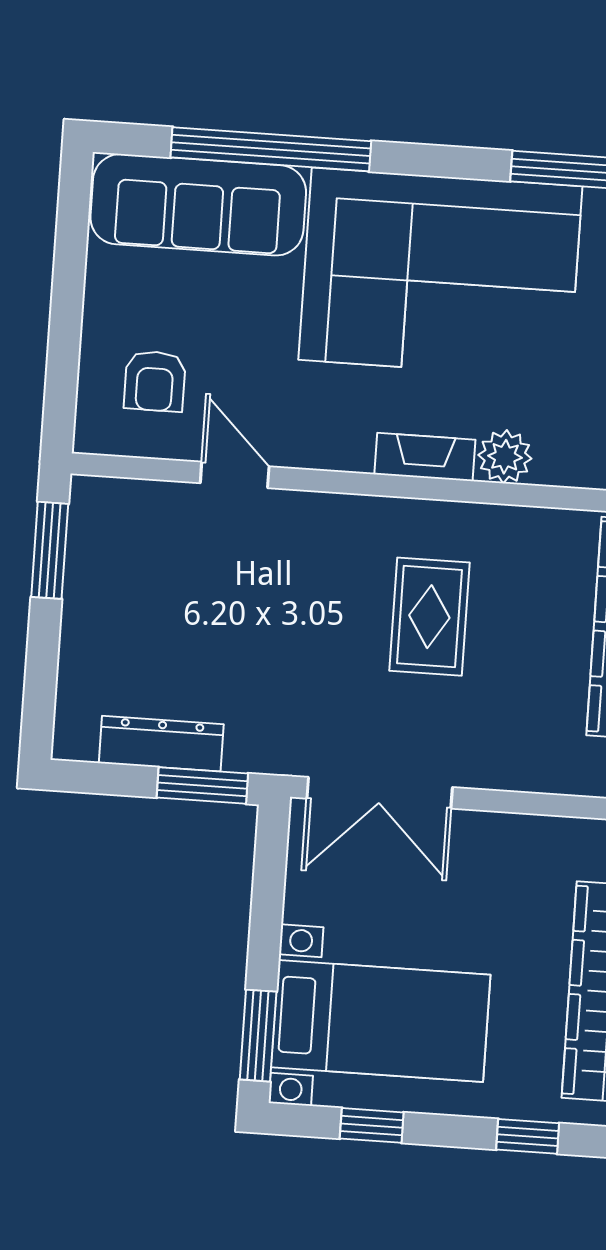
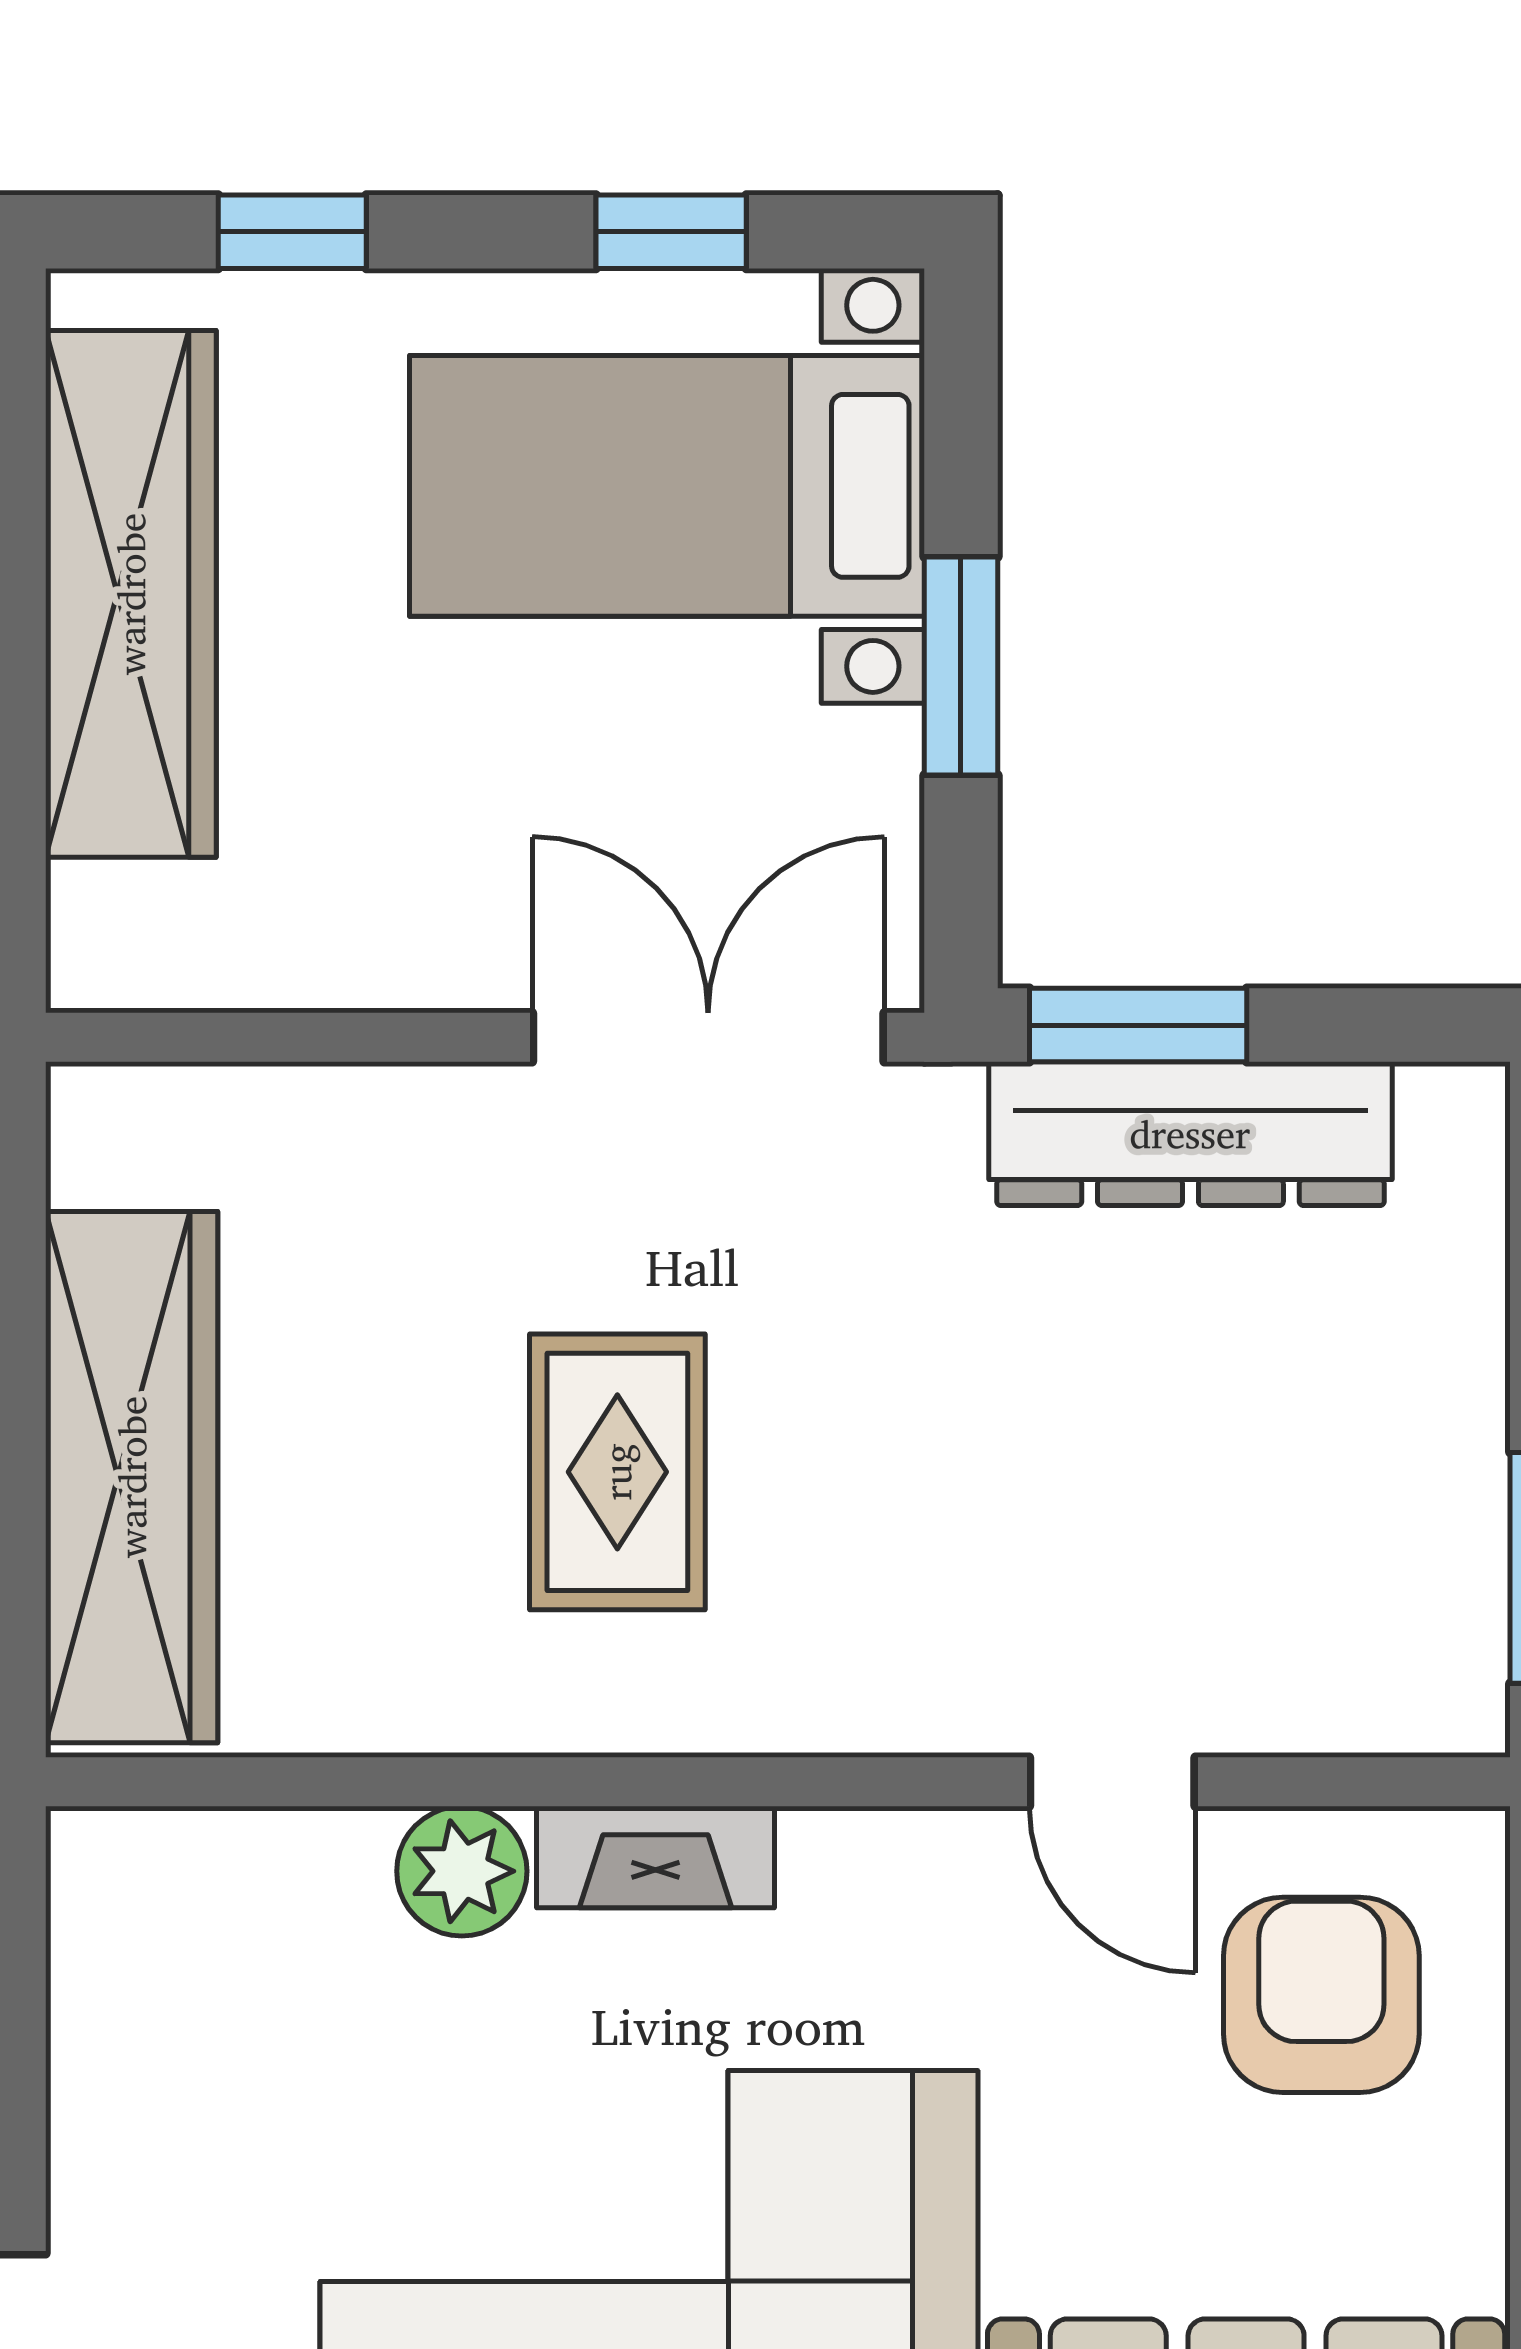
armchair: (155, 381) -> (1321, 1995), width x1.38, depth x1.38
dresser: (161, 744) -> (1190, 1134), width x1.37, depth x1.24
window: (258, 1036) -> (961, 666), moved

